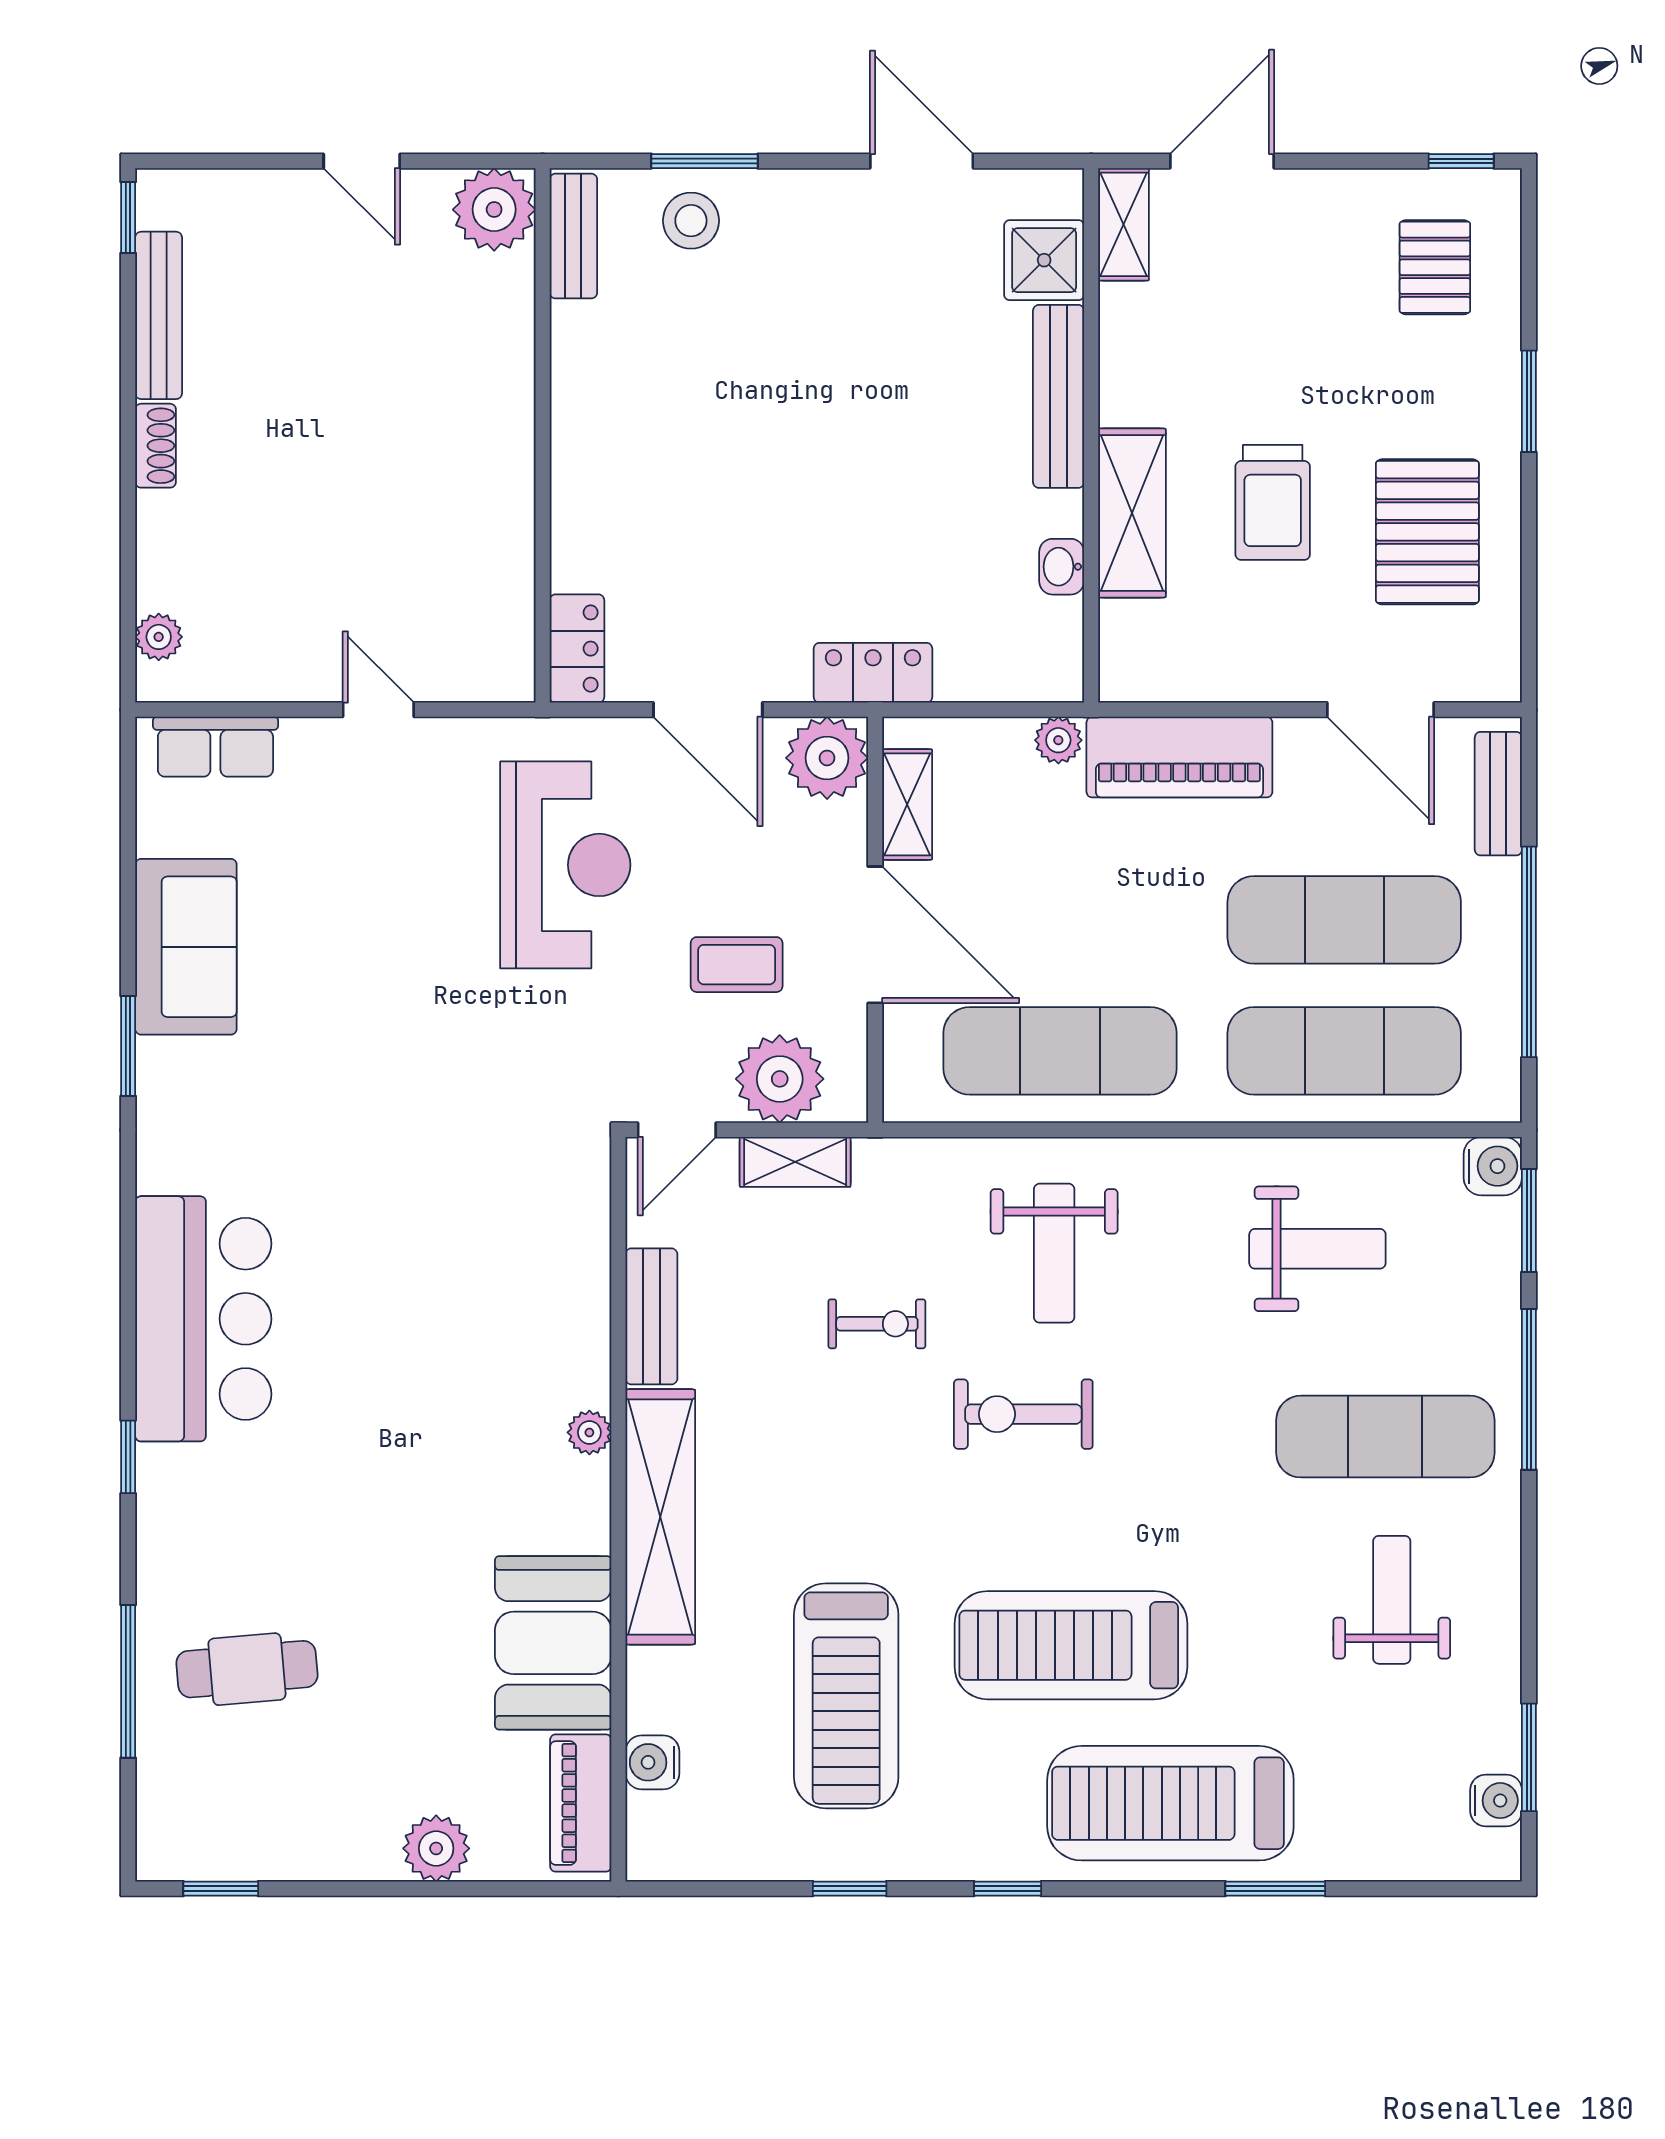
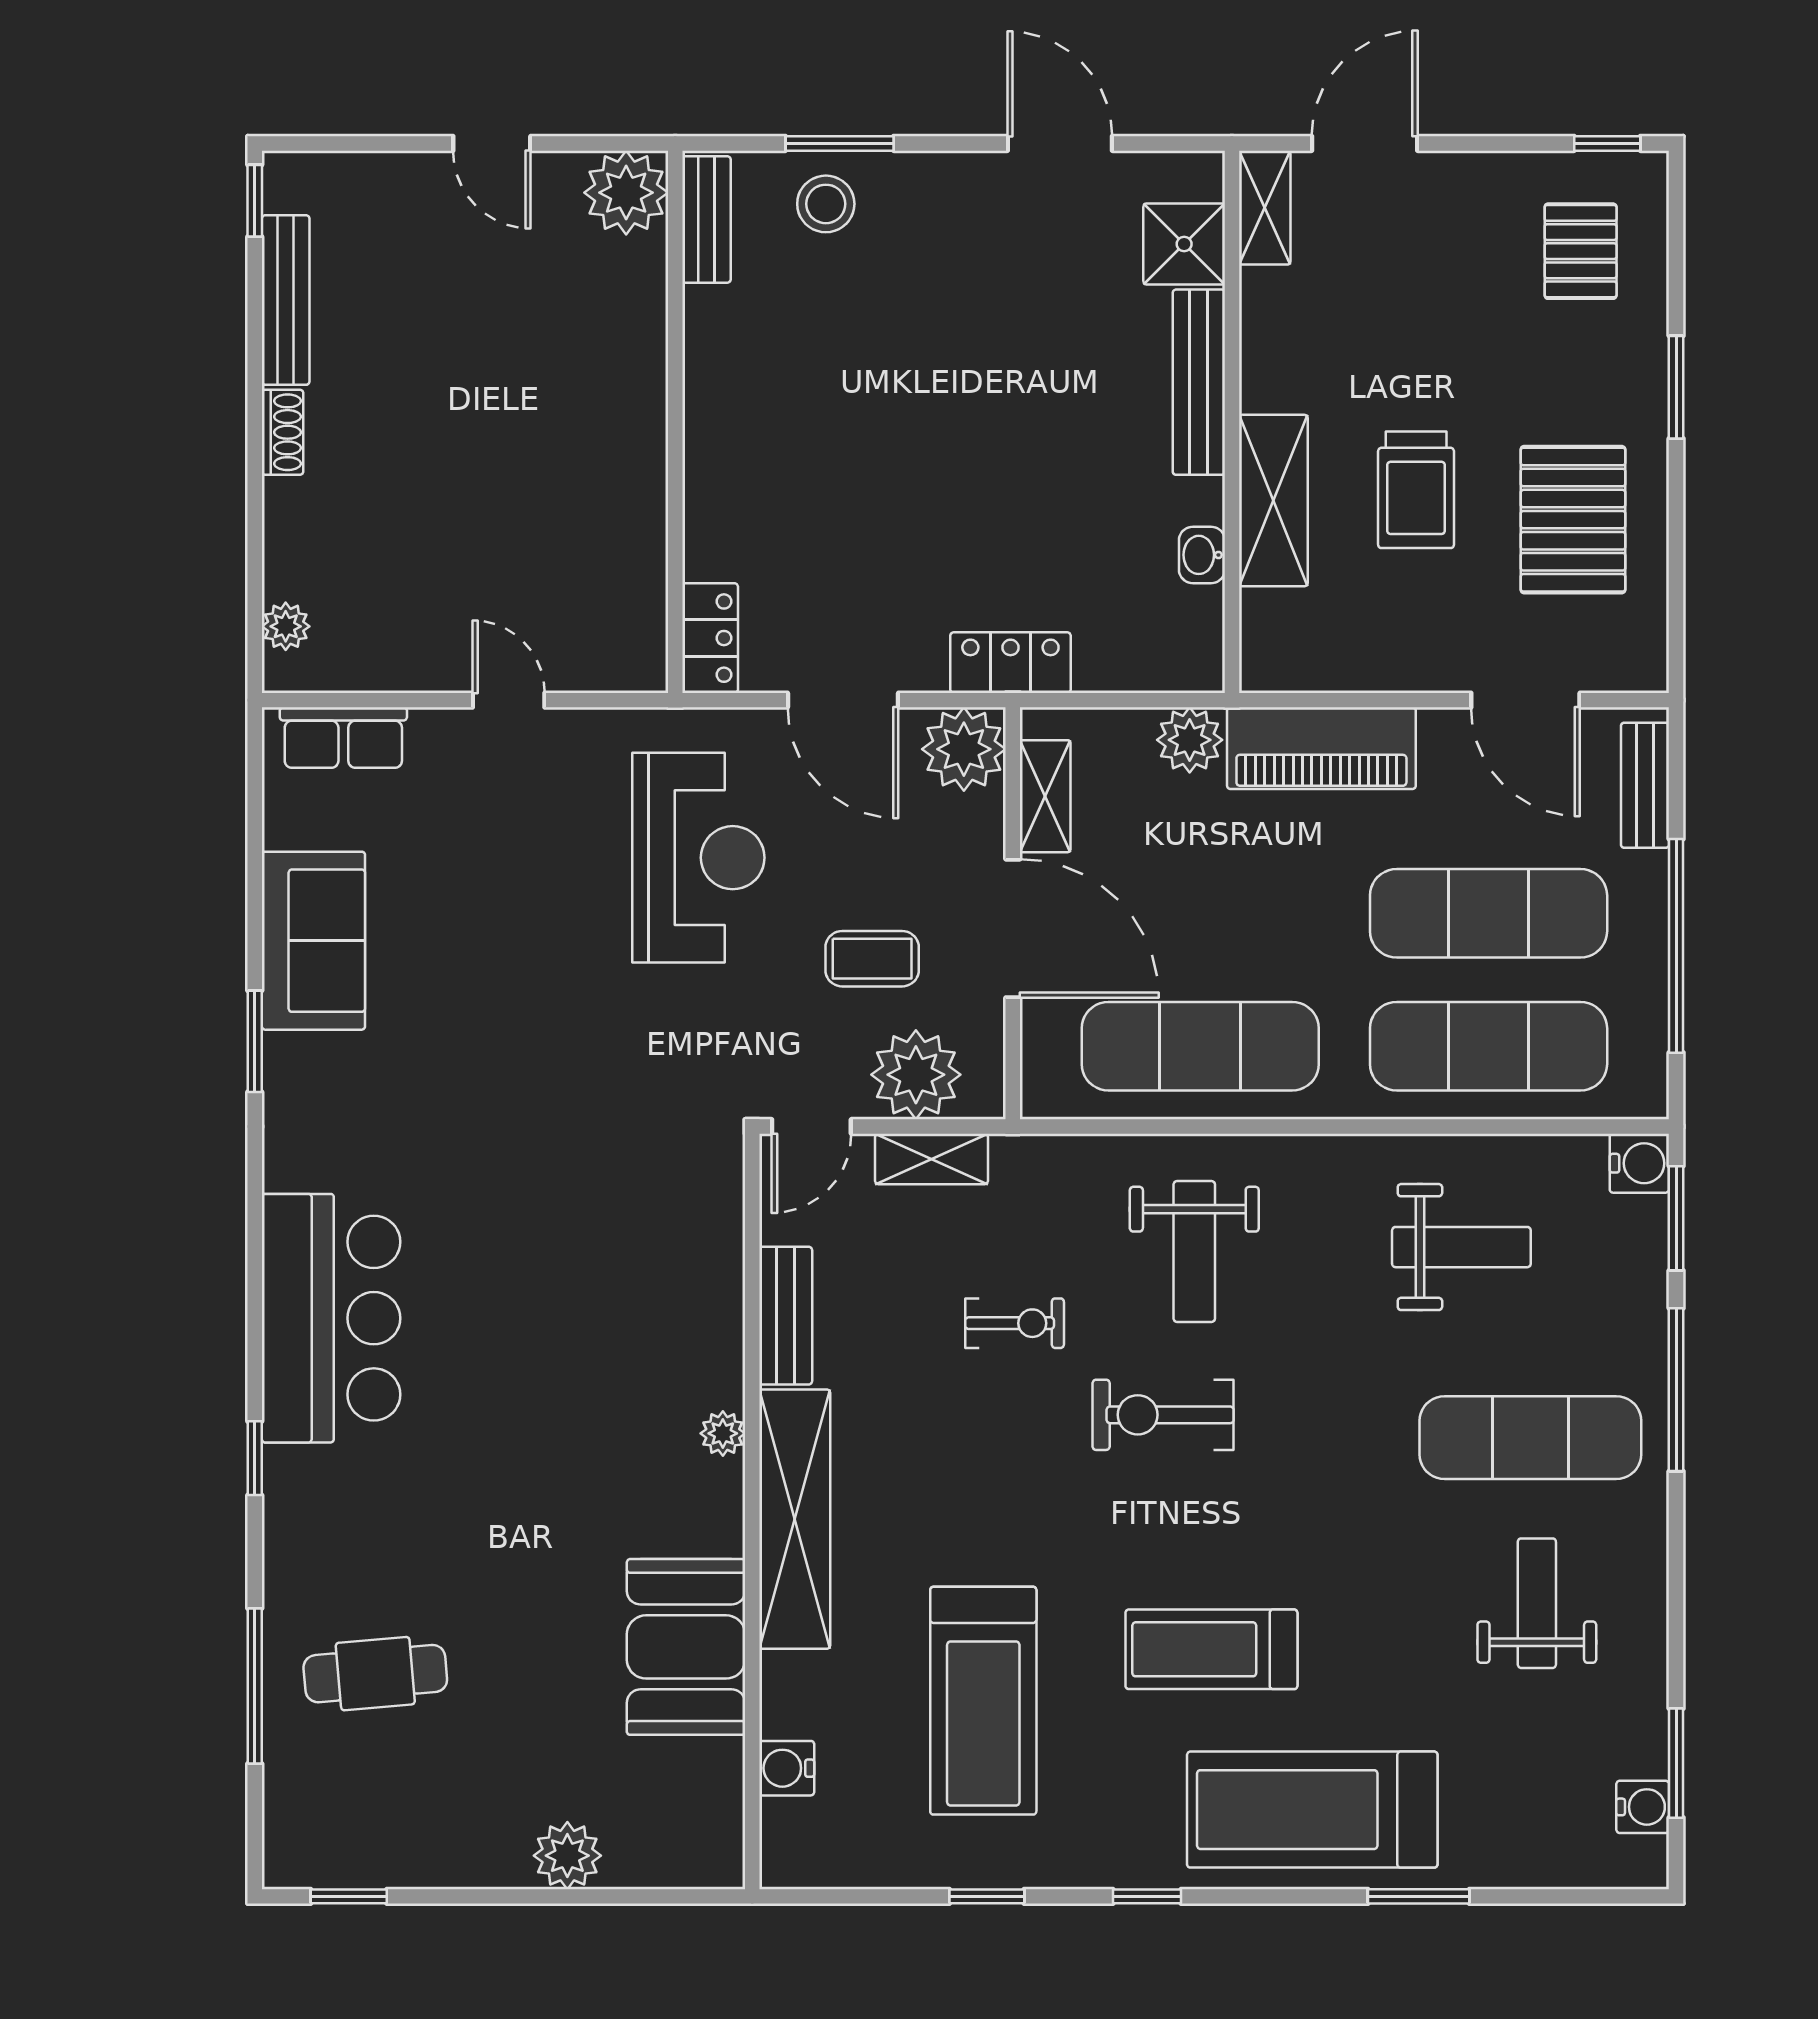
plant: (1058, 740) -> (1190, 740), width x1.38, depth x1.38
treadmill: (1071, 1645) -> (1211, 1649), width x0.73, depth x0.73
piano: (581, 1803) -> (714, 1809), removed

